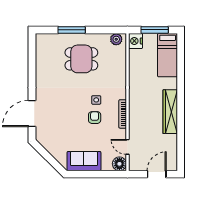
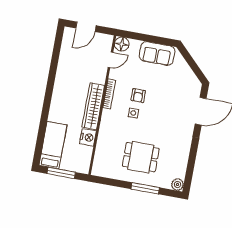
plant: (116, 39) -> (178, 185), moved
nightstand: (135, 41) -> (88, 137), moved
wardrobe: (170, 112) -> (93, 106), moved, turned 180
door: (127, 147) -> (110, 60), hinge flipped

